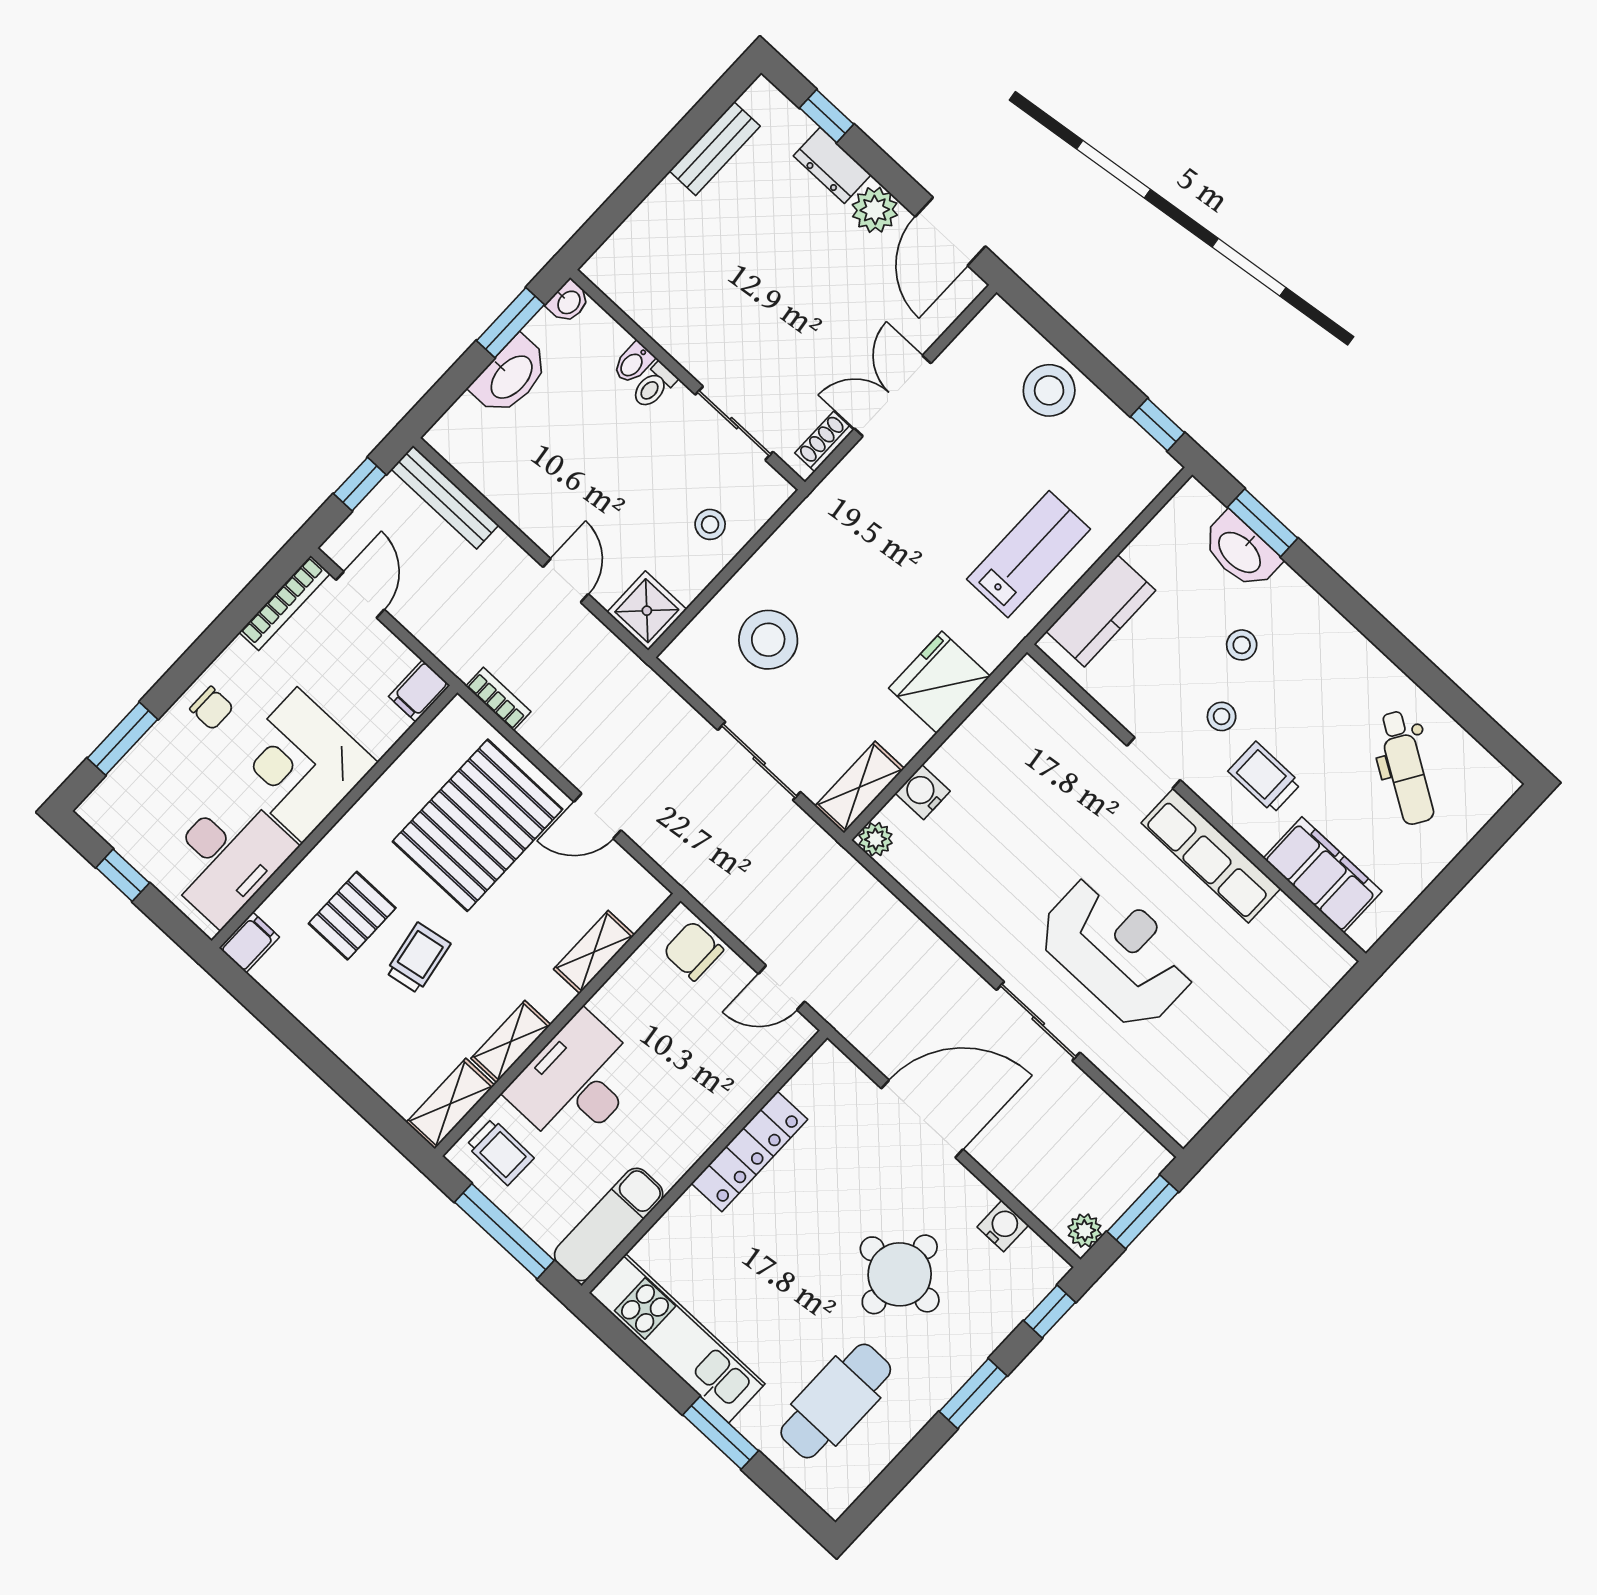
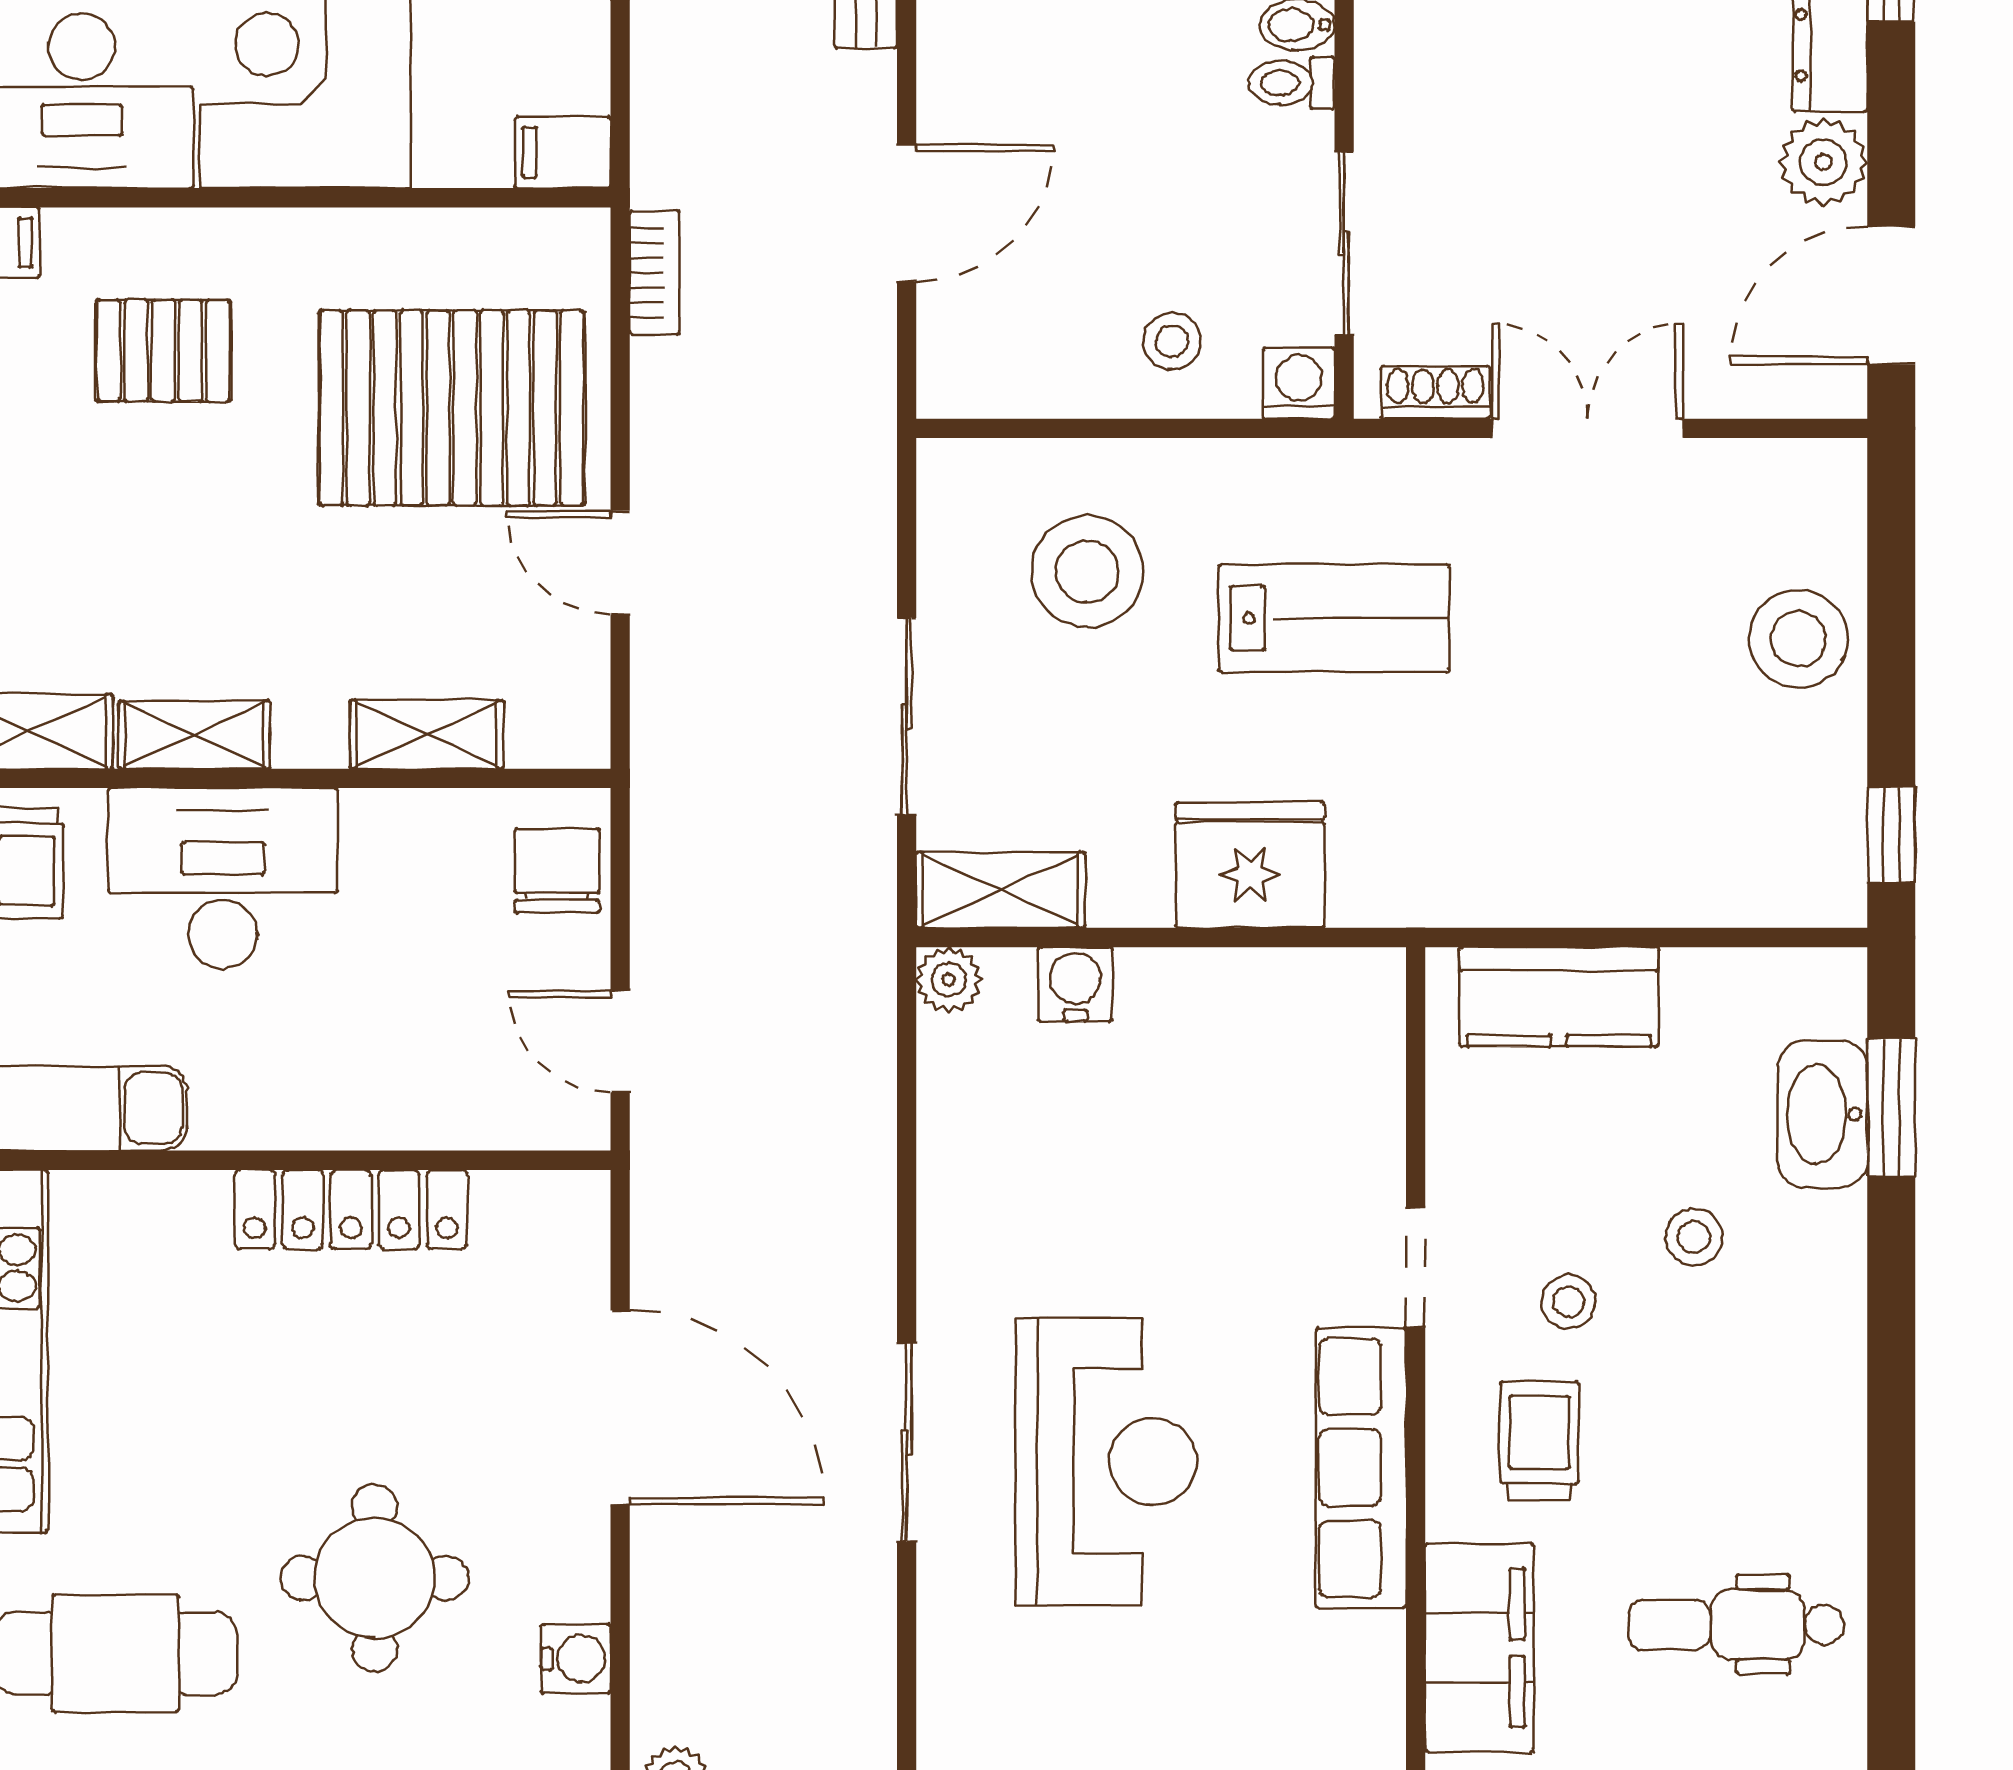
washing machine: (772, 491) -> (1299, 383), added
lab bench: (1029, 554) -> (1334, 618), moved
door: (566, 581) -> (907, 213), width x1.38
shower: (647, 611) -> (970, 365), removed
dental chair: (1406, 768) -> (1736, 1625), turned 58
trolley: (418, 958) -> (190, 497), removed

